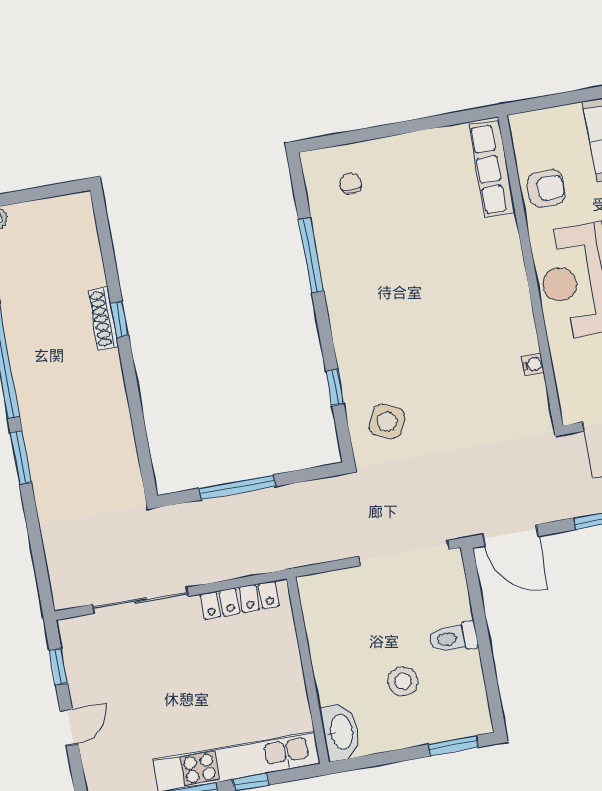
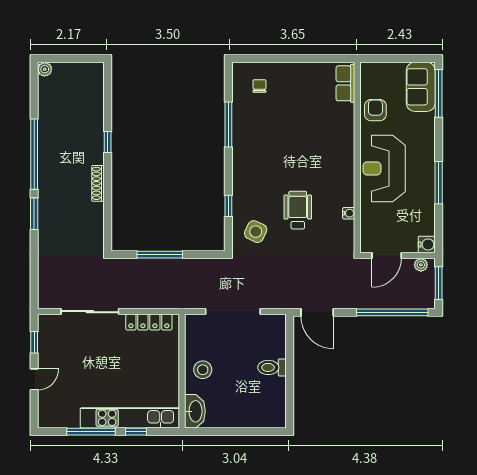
row of seats: (492, 169) -> (345, 83), width x0.68
armchair: (546, 189) -> (375, 110), turned -90
shoe rack: (103, 319) -> (98, 183), moved
wheelchair: (449, 374) -> (298, 210), added
doorway: (404, 553) -> (233, 312), moved
stool: (403, 681) -> (203, 370), moved
window: (453, 746) -> (260, 432), removed

